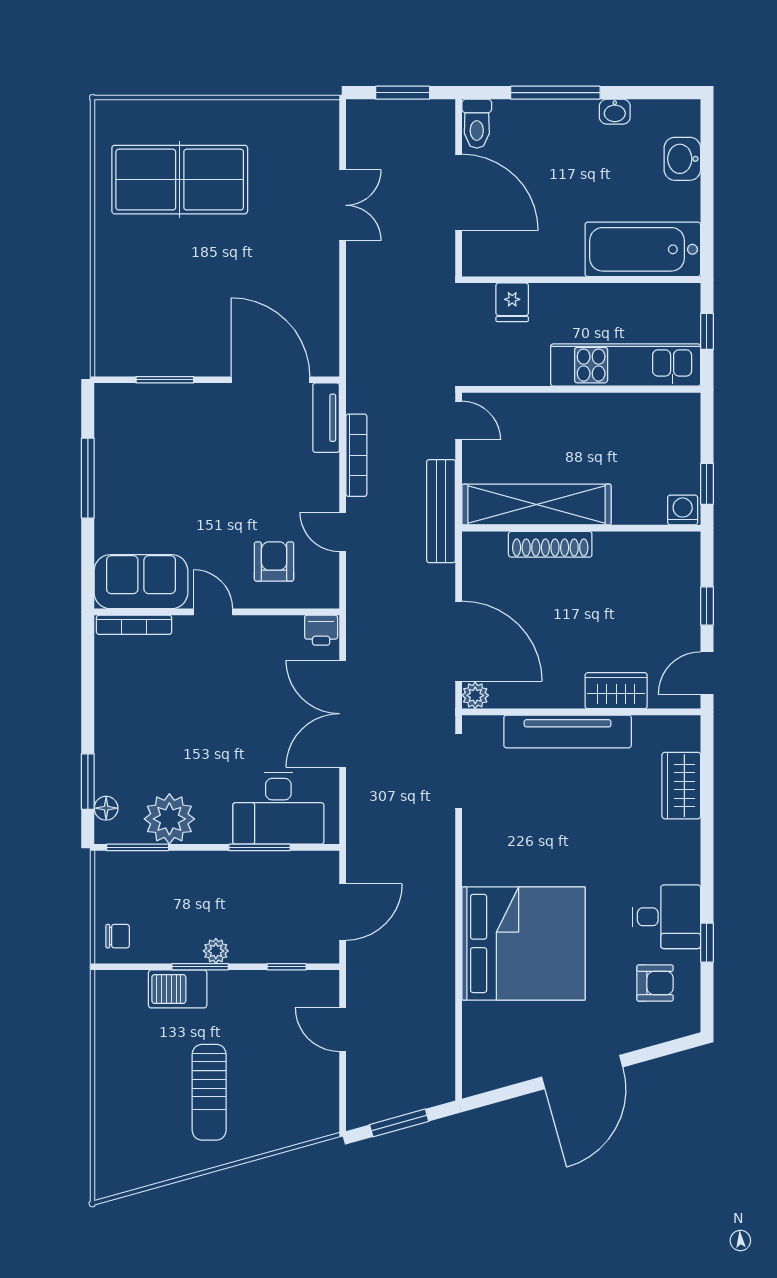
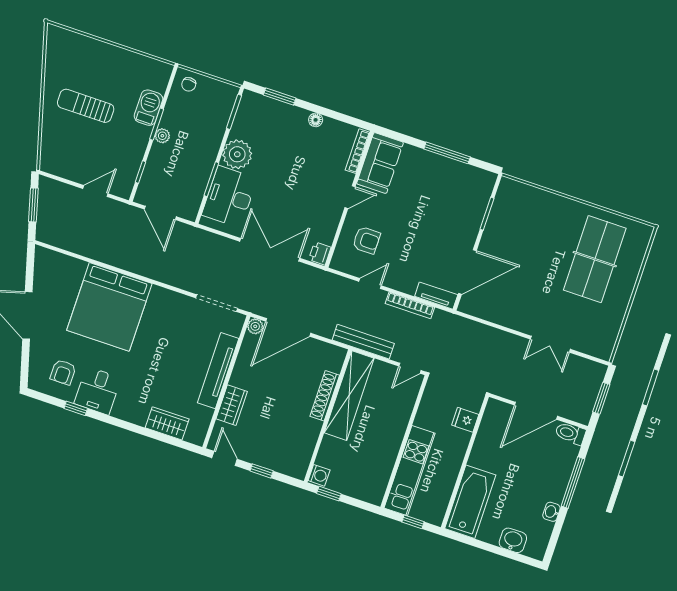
floor lamp: (106, 808) -> (316, 120), moved
plant: (169, 819) -> (237, 154), moved

